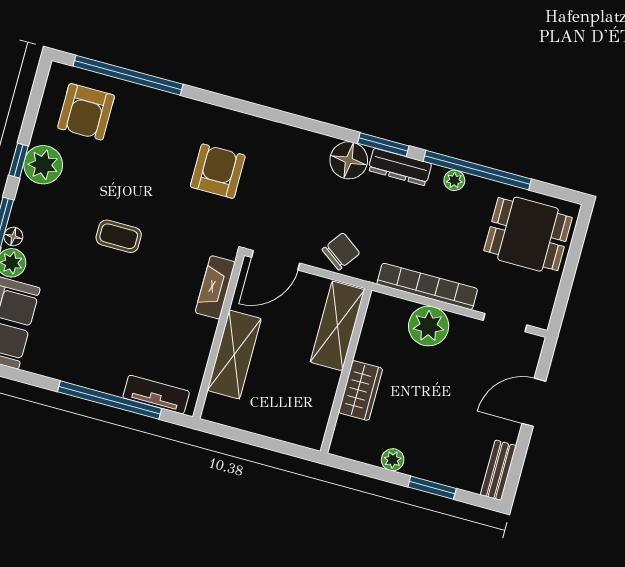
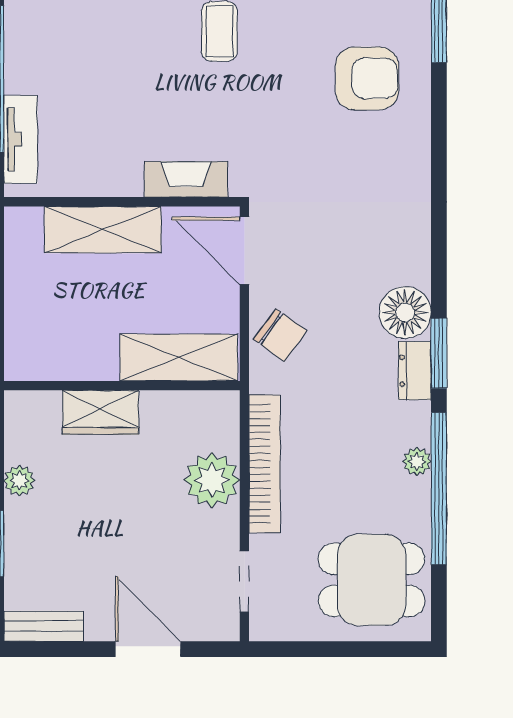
dresser: (400, 167) -> (415, 371), width x0.70
armchair: (218, 171) -> (367, 78), moved
dining table: (528, 234) -> (372, 580), turned 90

